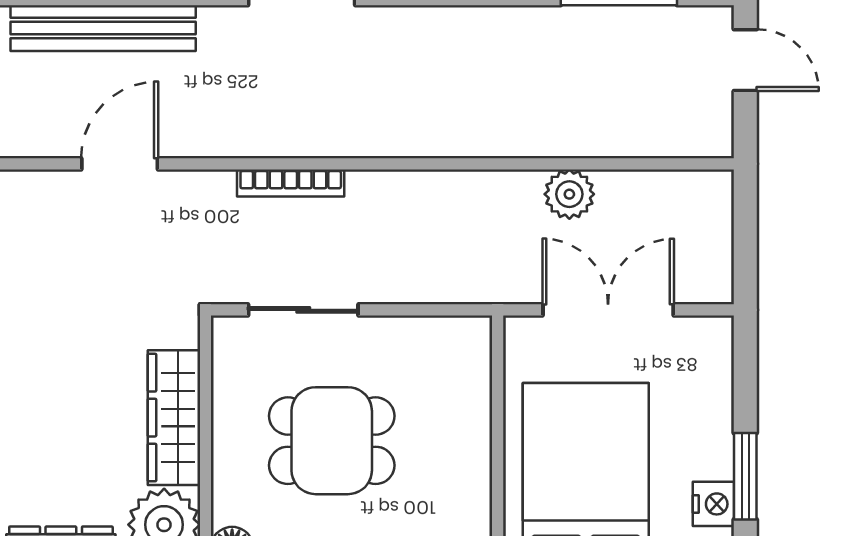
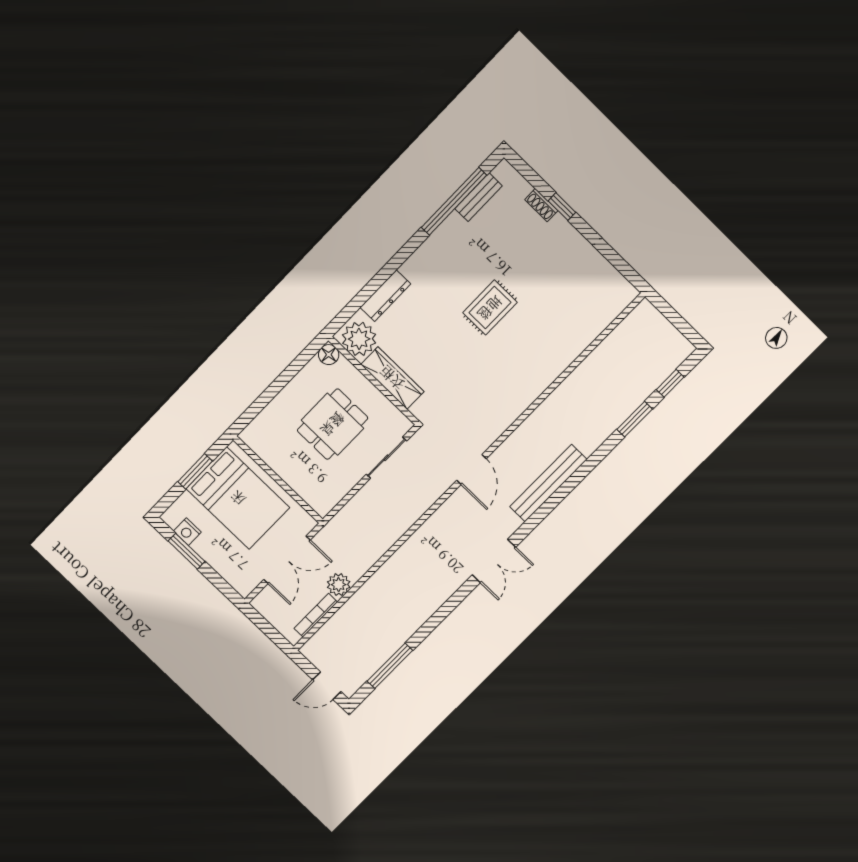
door: (120, 164) -> (471, 470), moved
bookcase: (291, 183) -> (316, 615), moved

